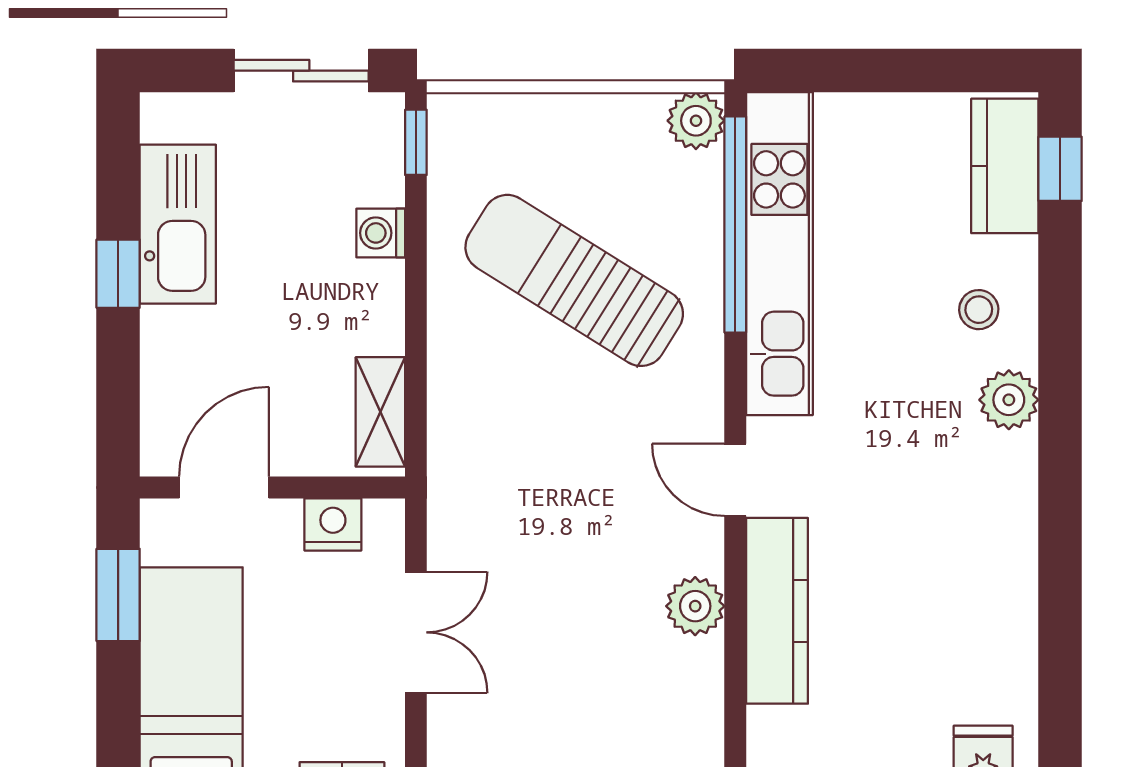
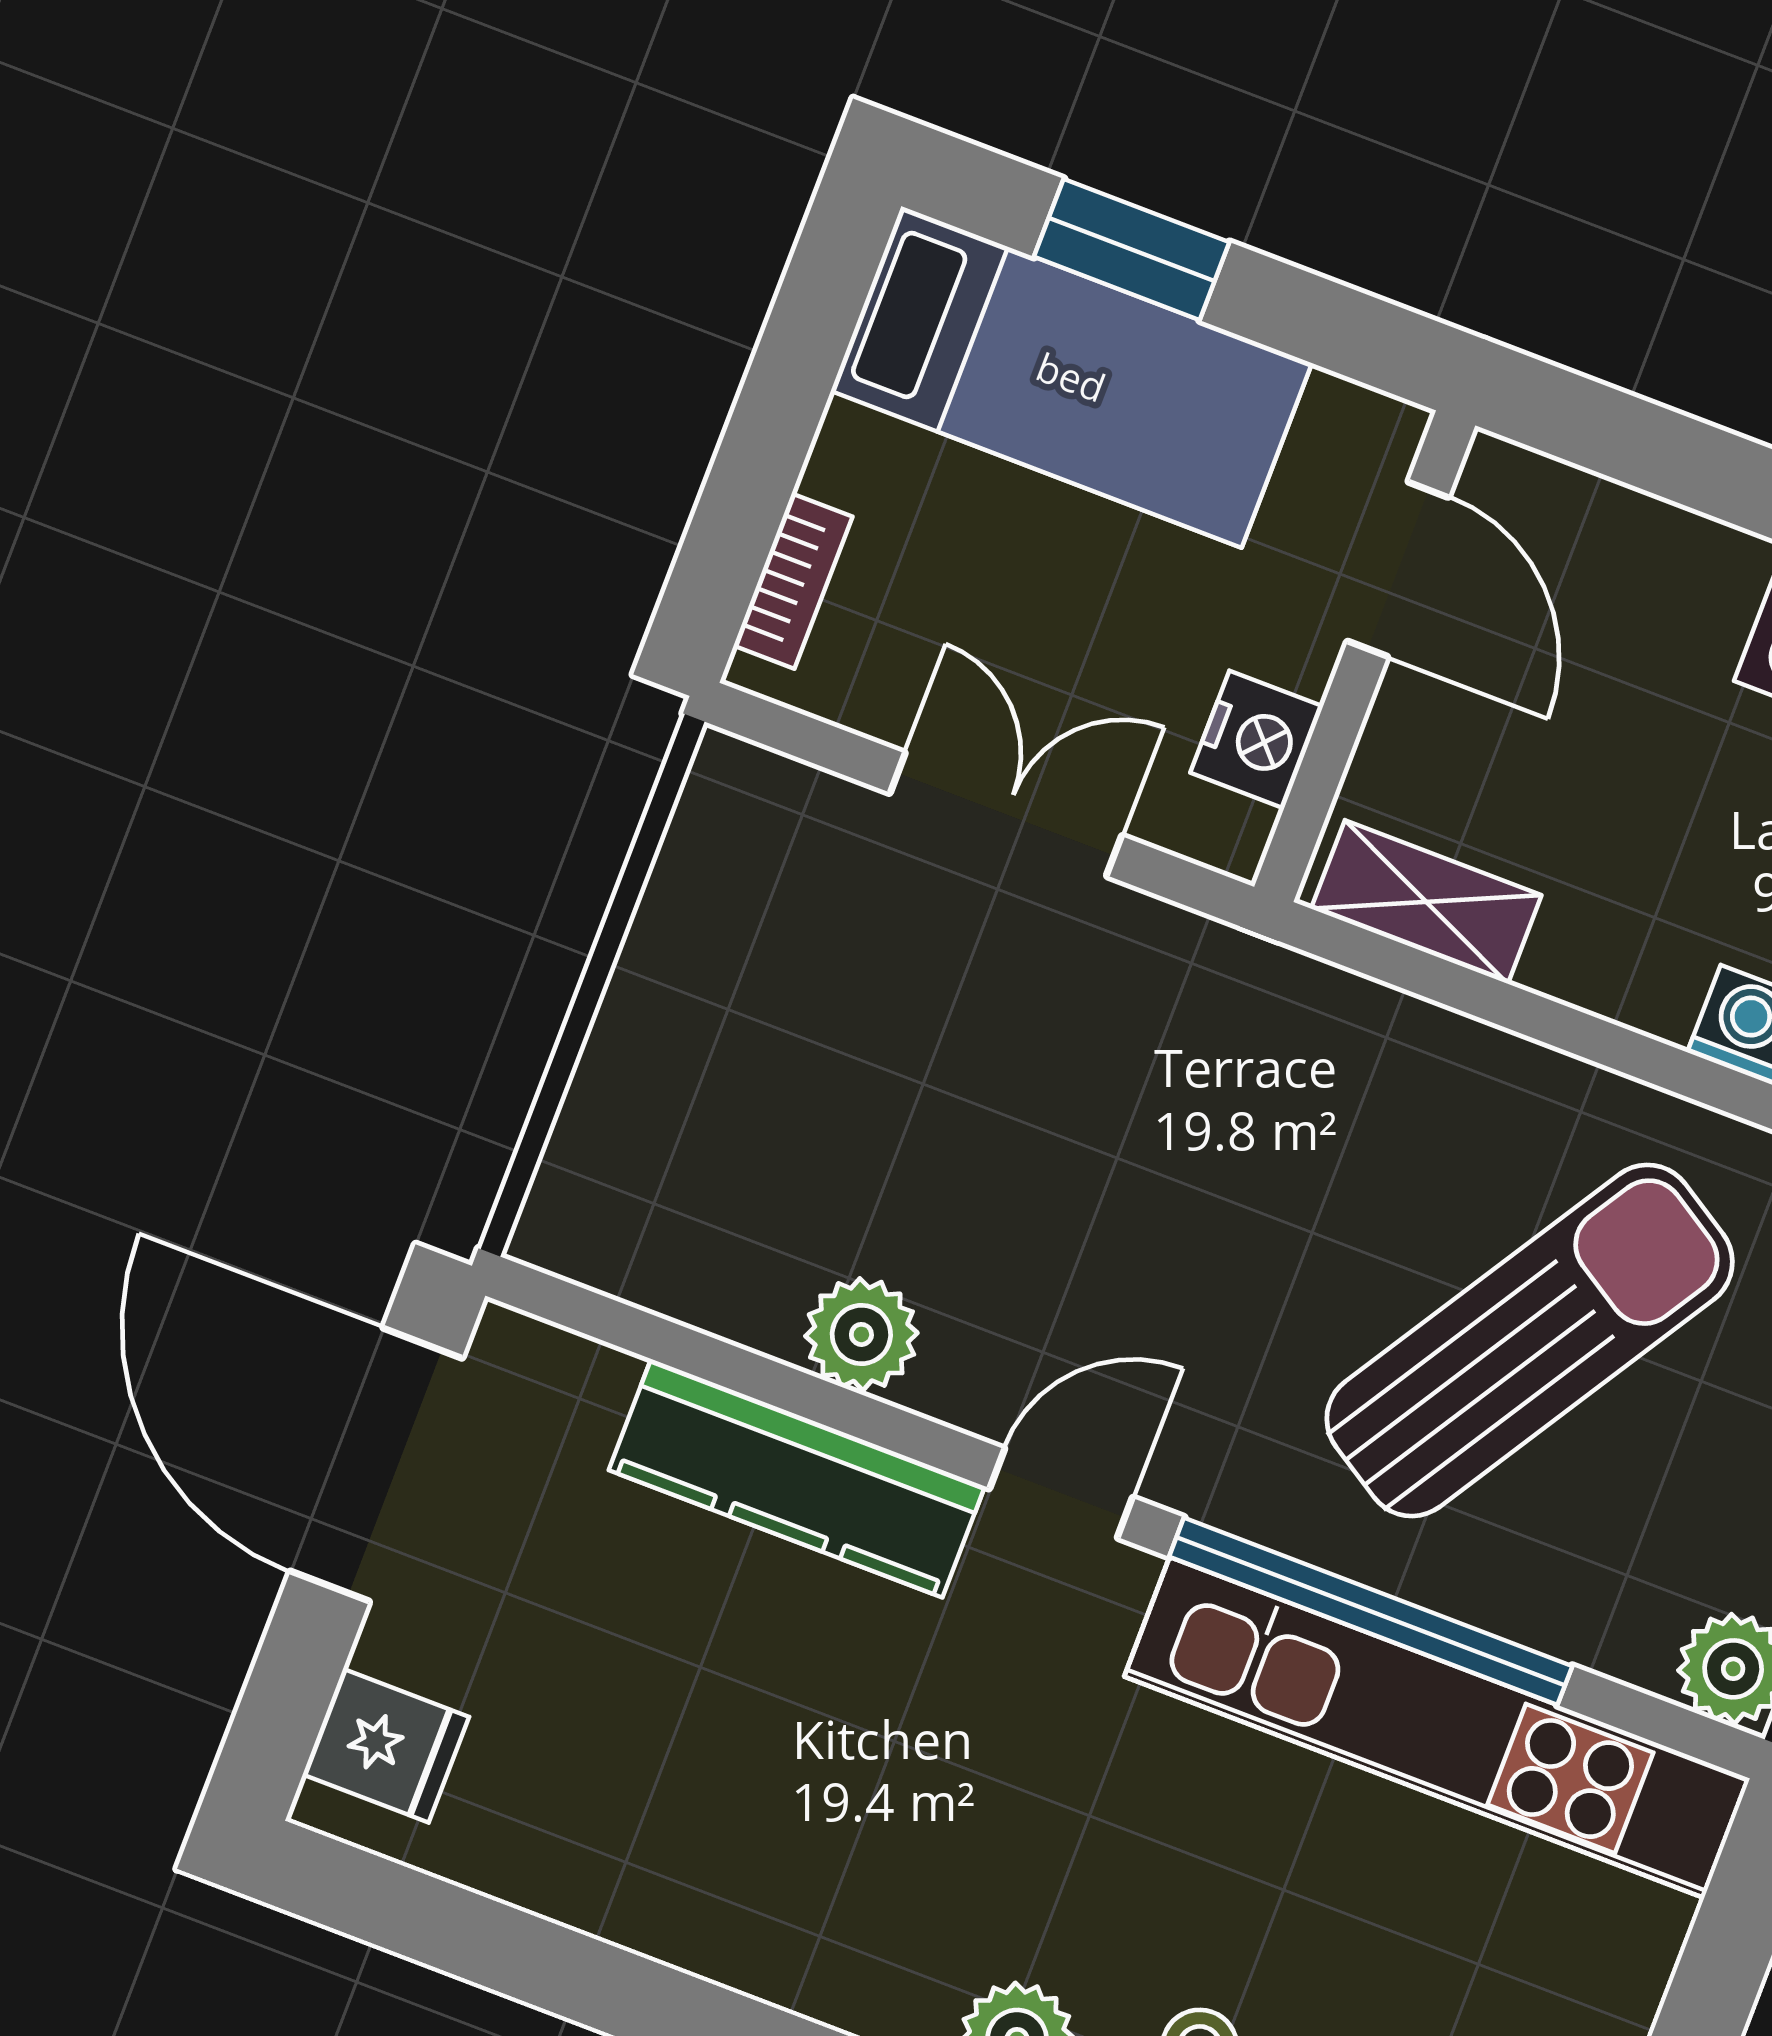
window: (735, 224) -> (1371, 1611), moved
window: (118, 595) -> (1132, 249), moved
double door: (416, 632) -> (1006, 814), swing flipped

